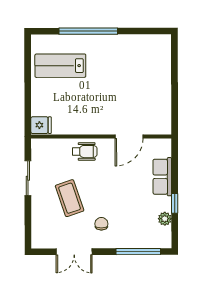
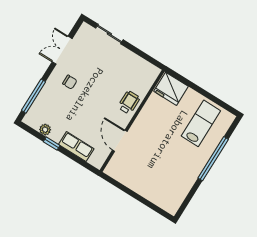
fridge: (41, 125) -> (171, 89), width x1.88, depth x1.34
wheelchair: (85, 151) -> (129, 102), turned 180
sliding door: (28, 178) -> (109, 34), moved
coffee table: (70, 198) -> (102, 71), removed

